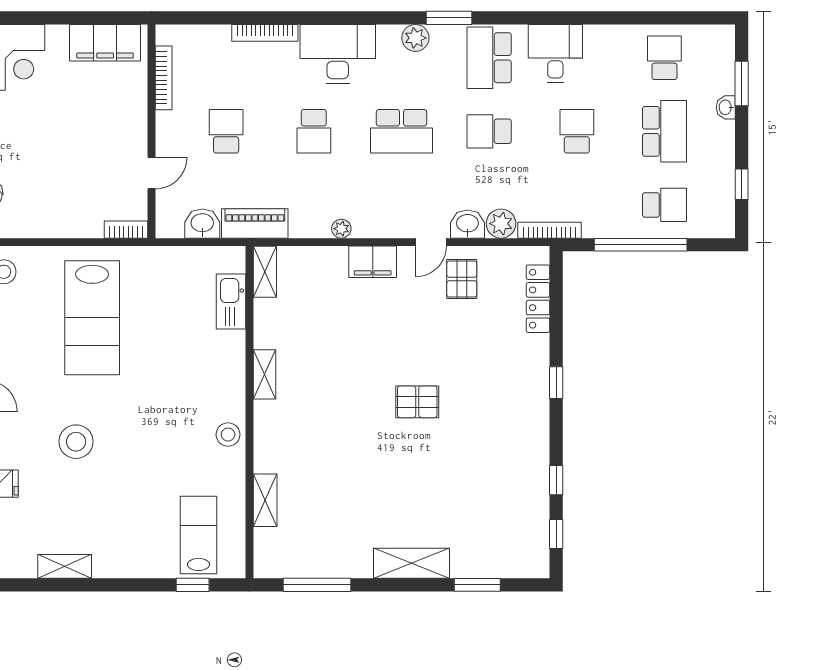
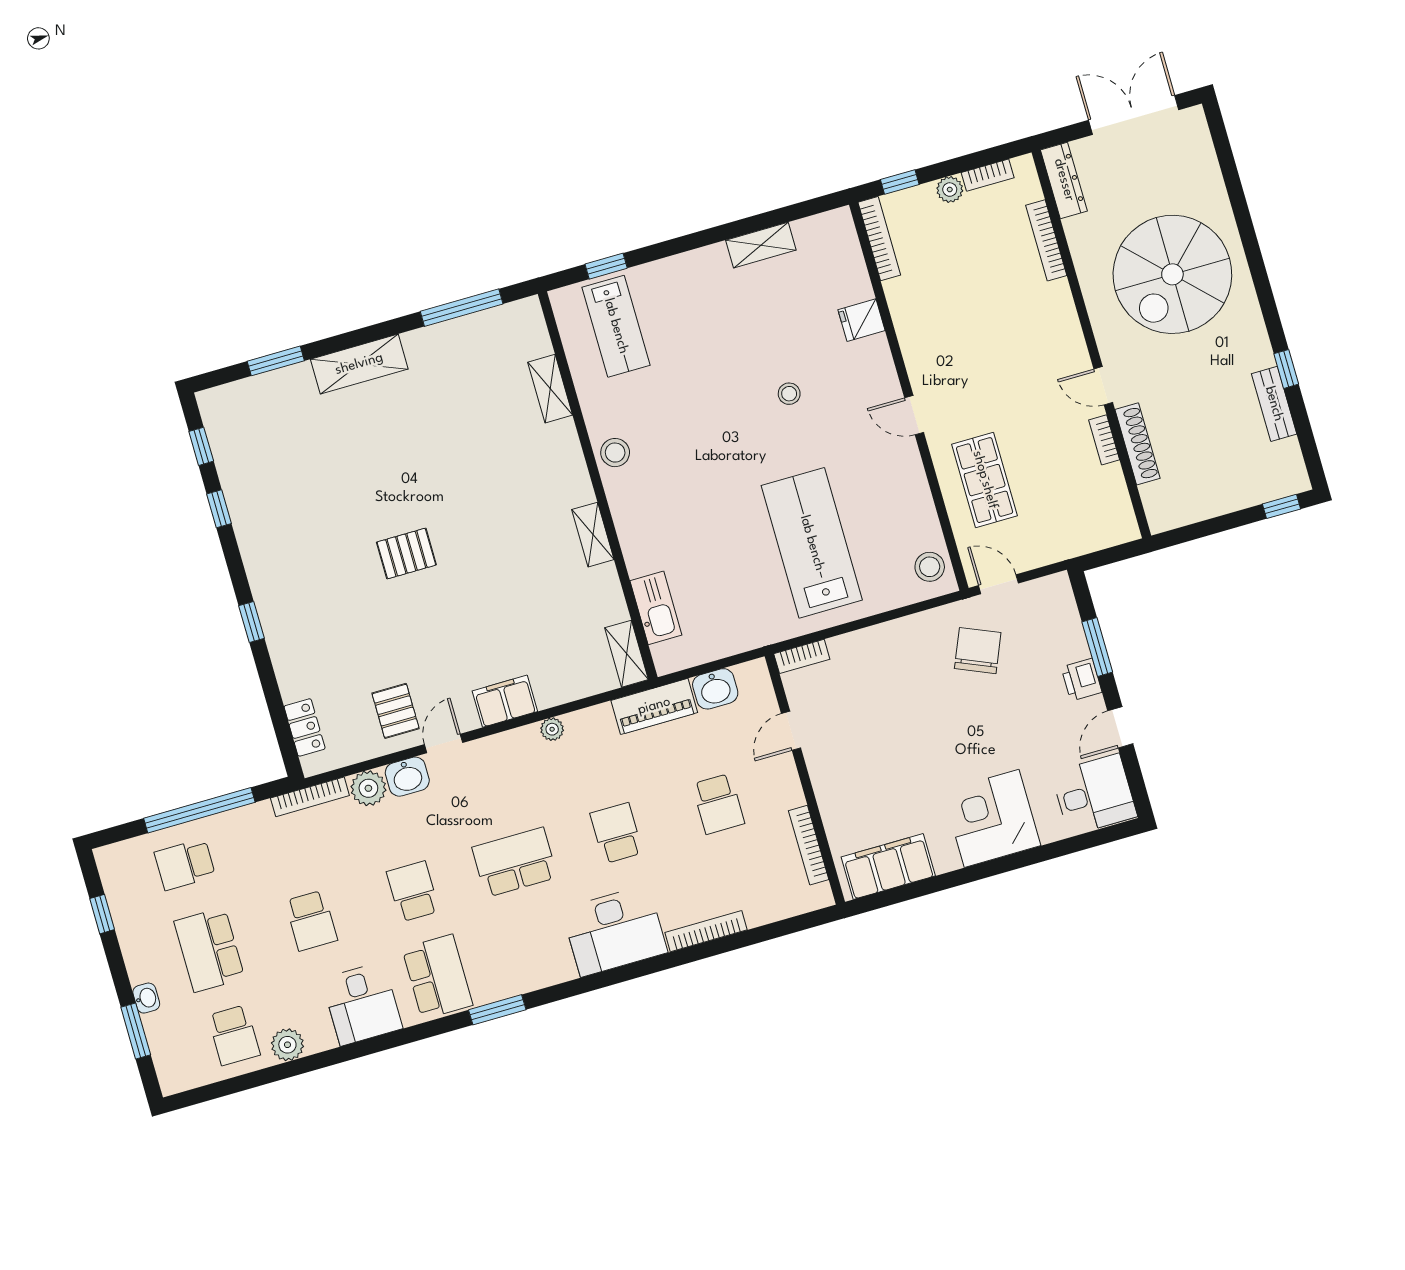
plant: (415, 38) -> (287, 1045), moved
school desk: (489, 131) -> (413, 891), turned -90
locker: (538, 299) -> (305, 727), width x0.66
stool: (76, 442) -> (789, 394), width x0.53, depth x0.53

